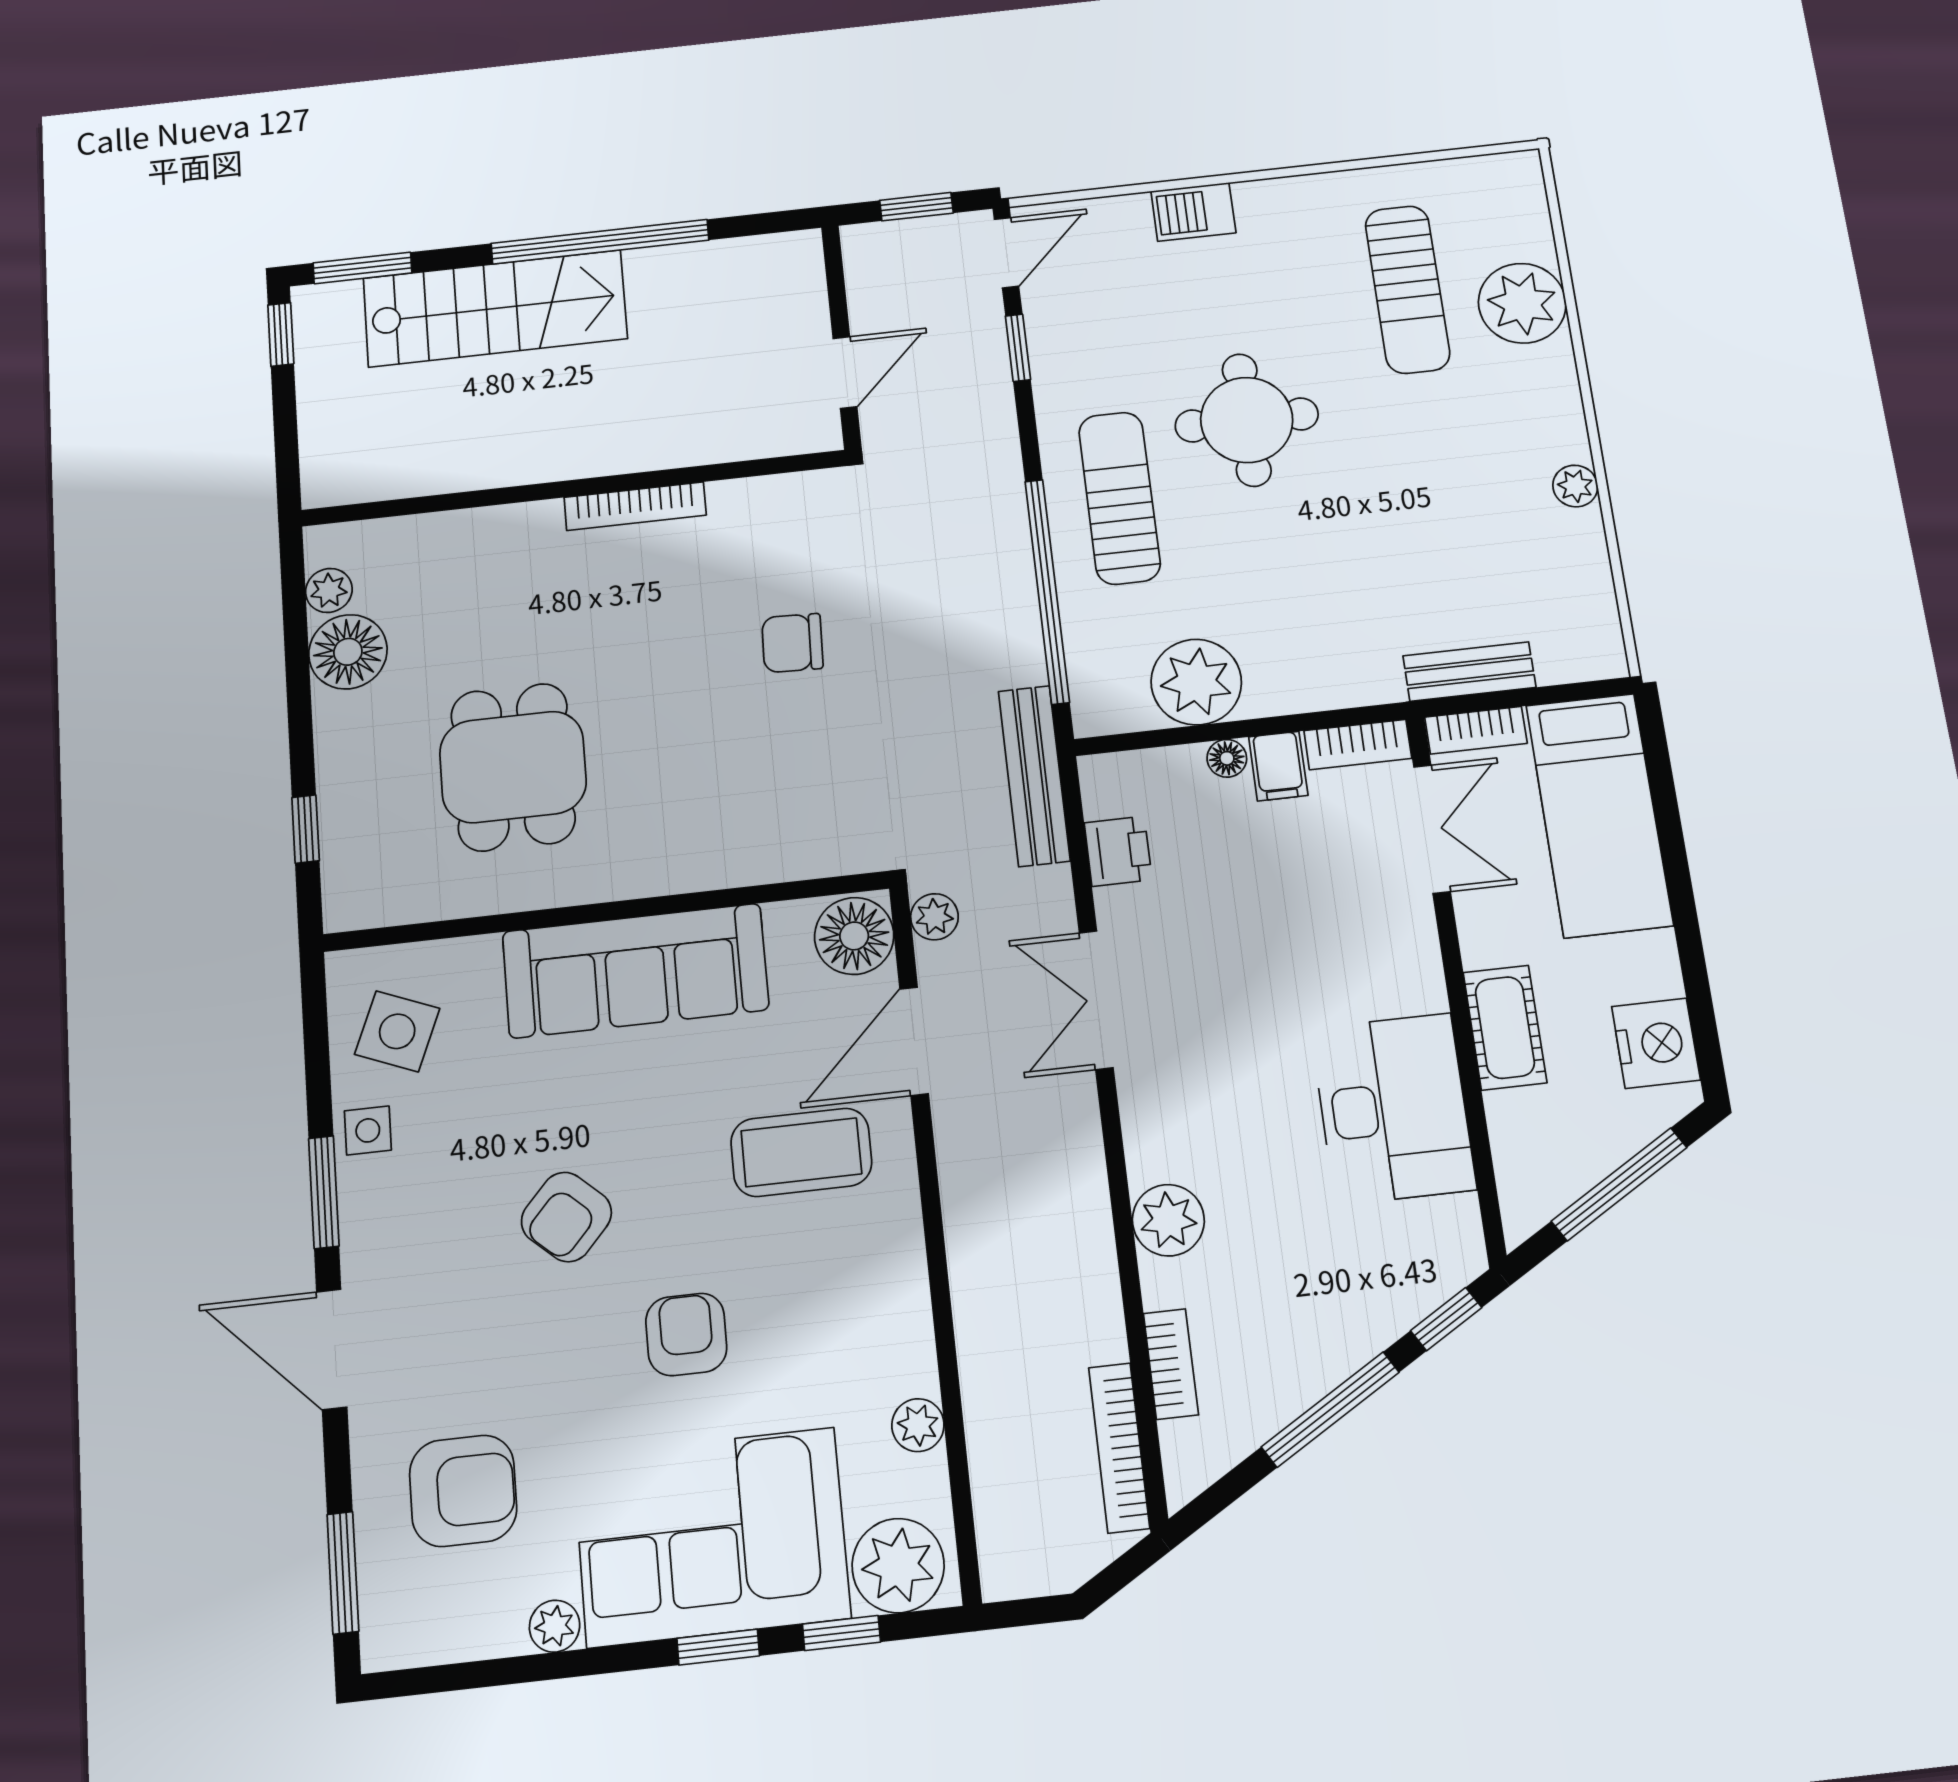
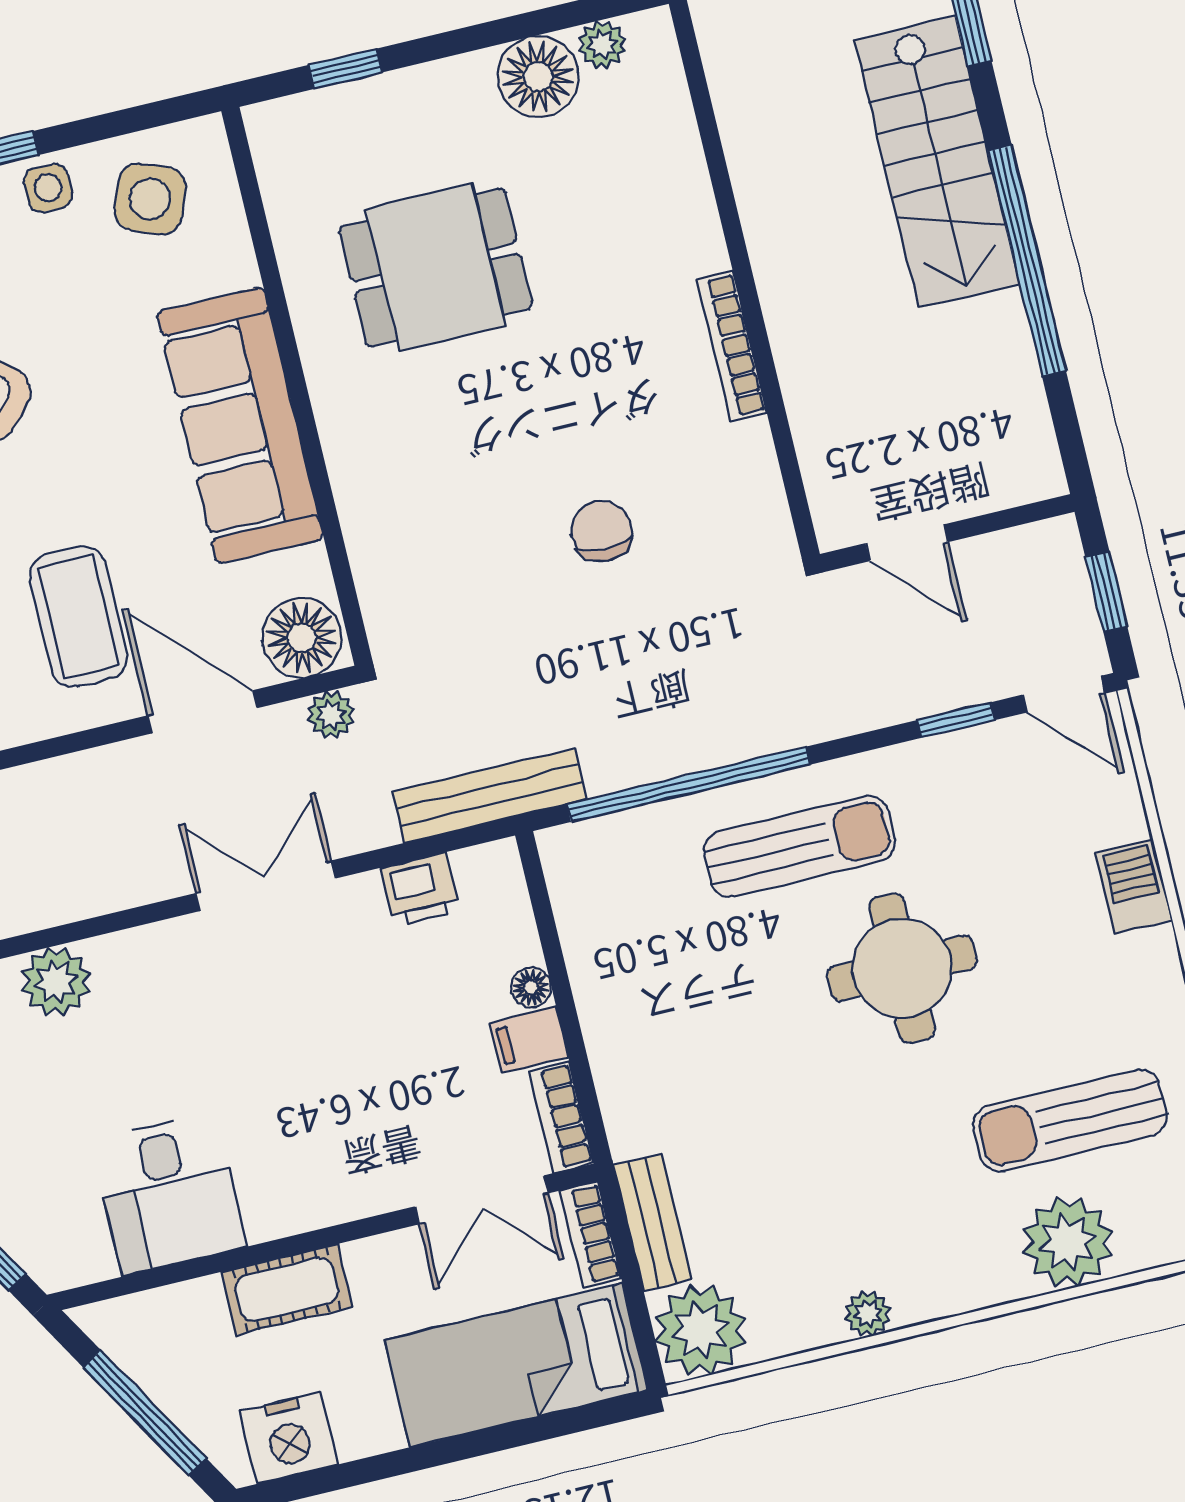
plant: (1196, 682) -> (700, 1330), moved
desk: (1393, 1109) -> (169, 1194), width x0.73

